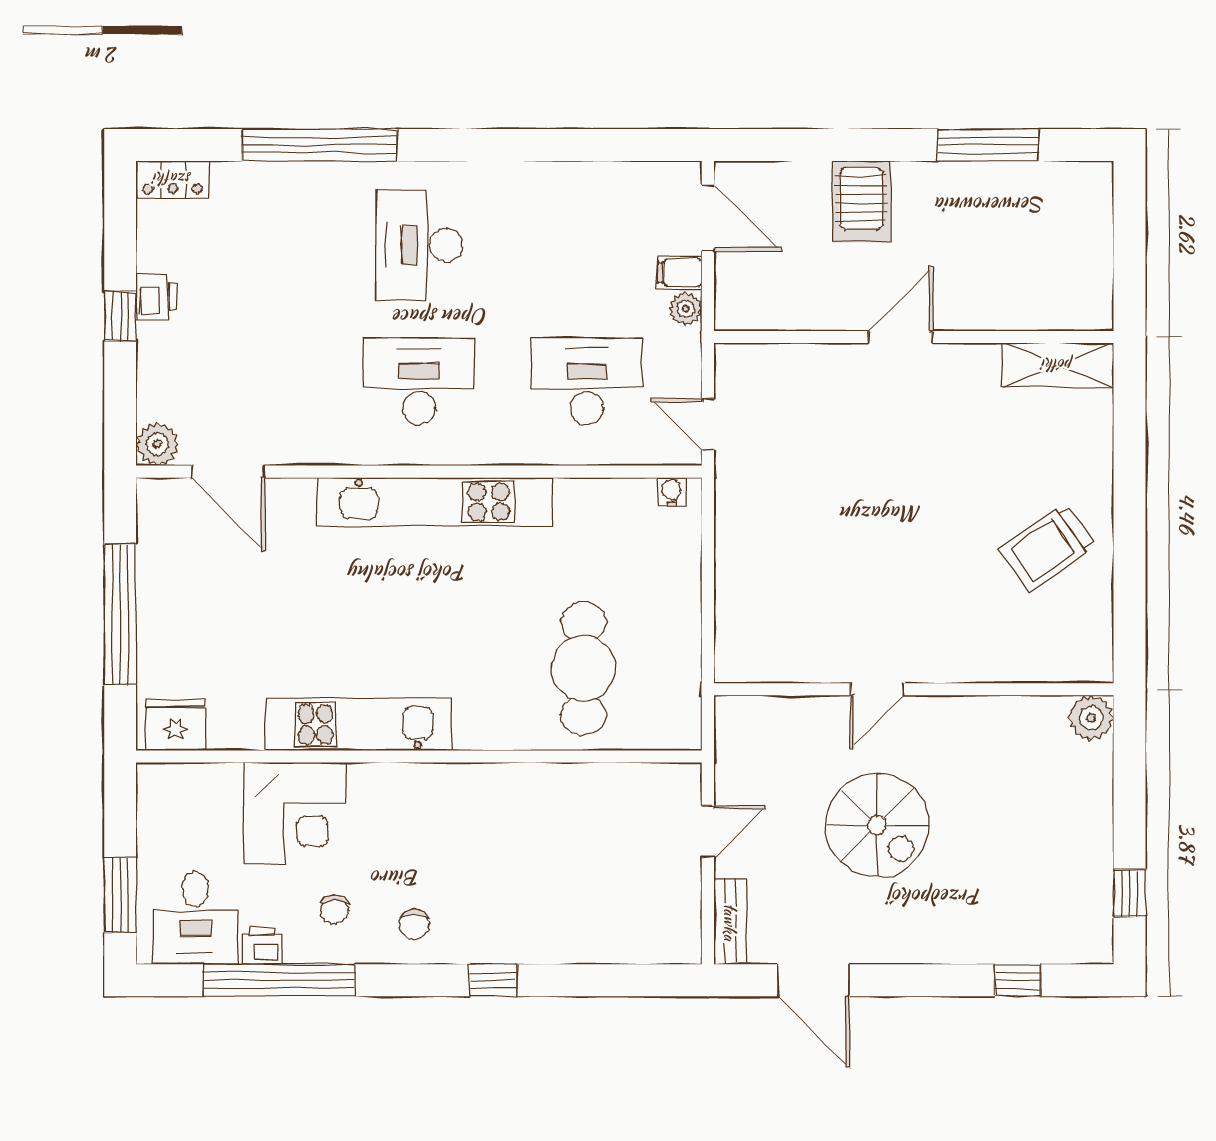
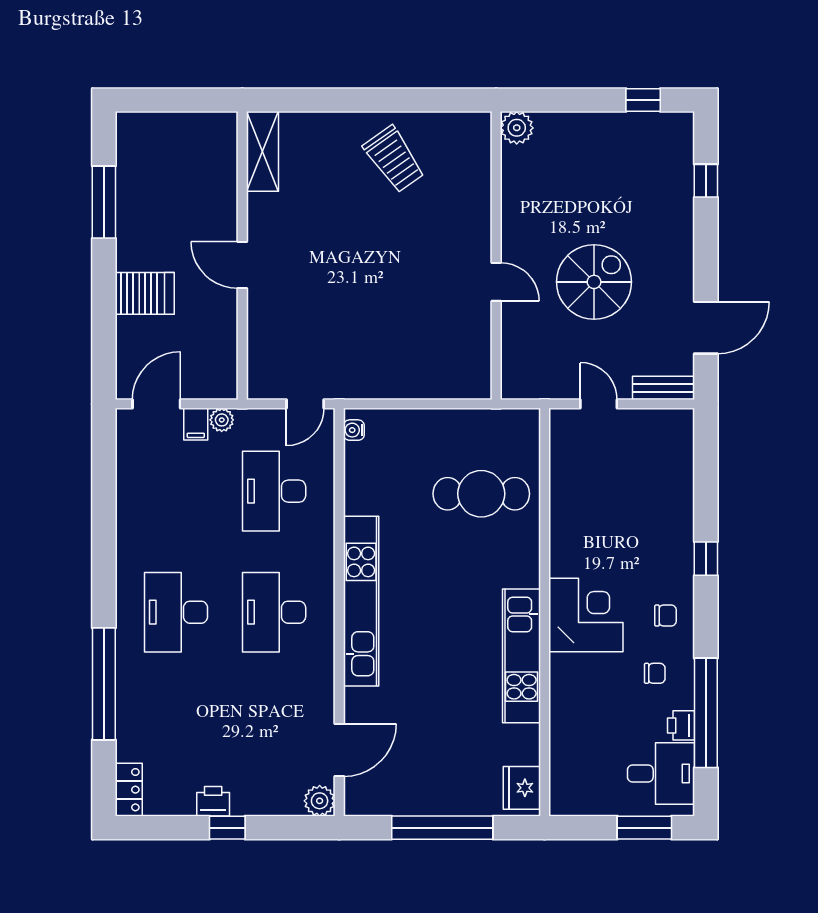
desk: (419, 245) -> (176, 612), turned 90
corner desk: (295, 814) -> (586, 615), moved

